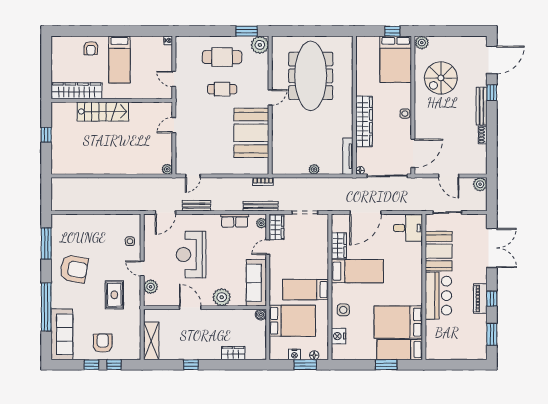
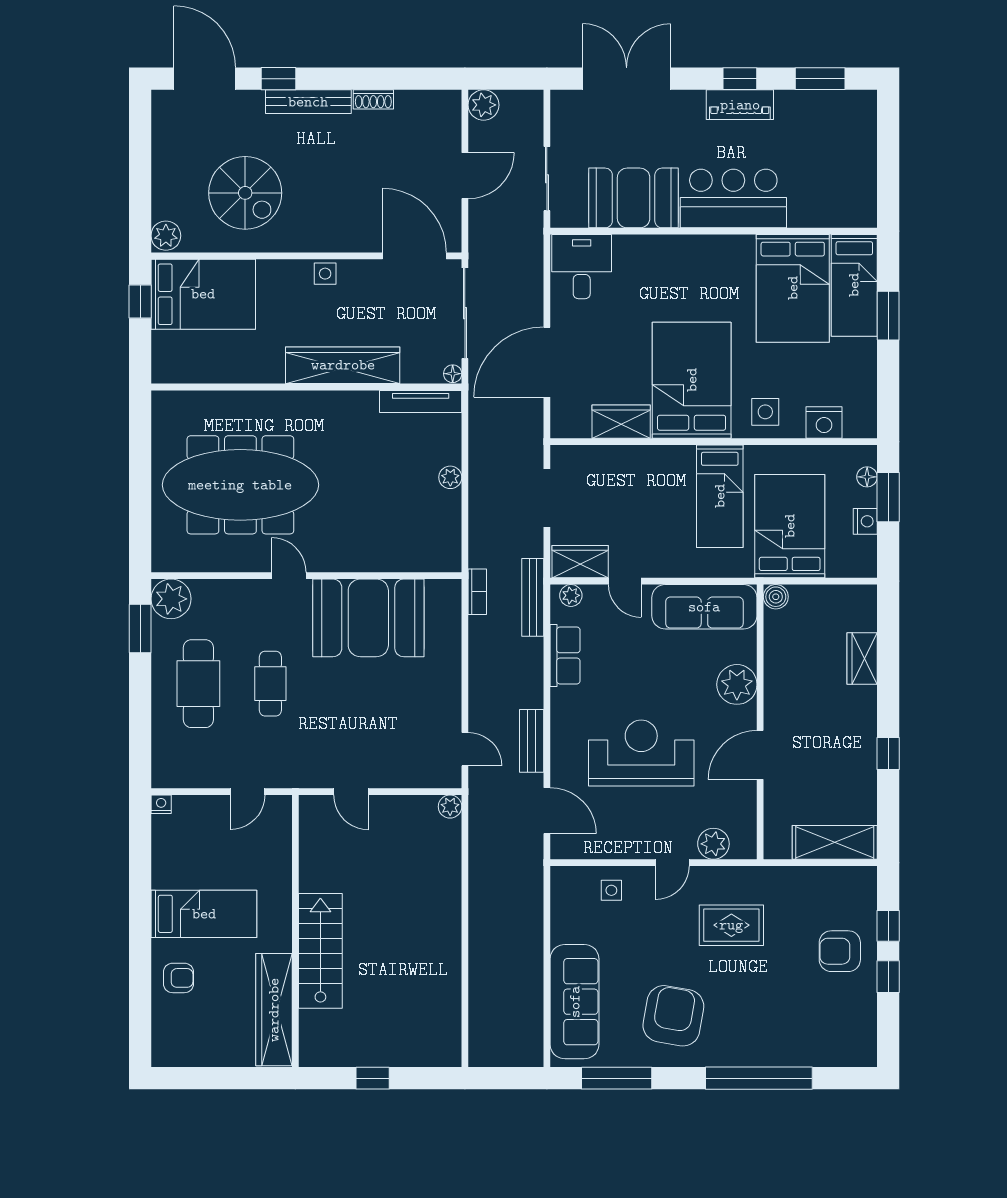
door: (365, 213) -> (547, 362), swing flipped
reception desk: (191, 255) -> (641, 753), turned 180
bed: (357, 271) -> (692, 380), width x1.50
sofa: (62, 334) -> (575, 1002), moved, turned 90

